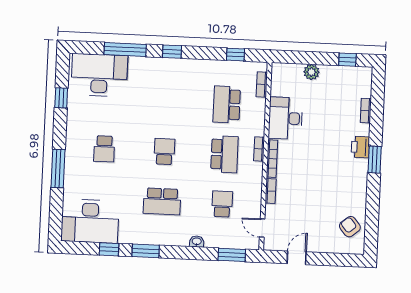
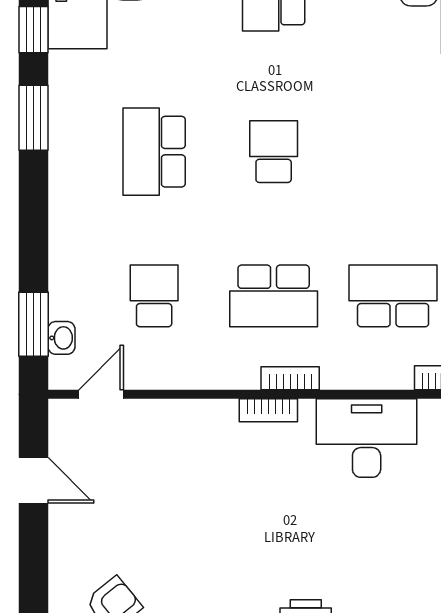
school desk: (164, 152) -> (274, 152), turned -90
bookcase: (272, 159) -> (268, 410), width x0.64
bookcase: (271, 191) -> (191, 410), removed
school desk: (222, 204) -> (154, 296), turned -90
washbasin: (197, 242) -> (61, 338), moved

